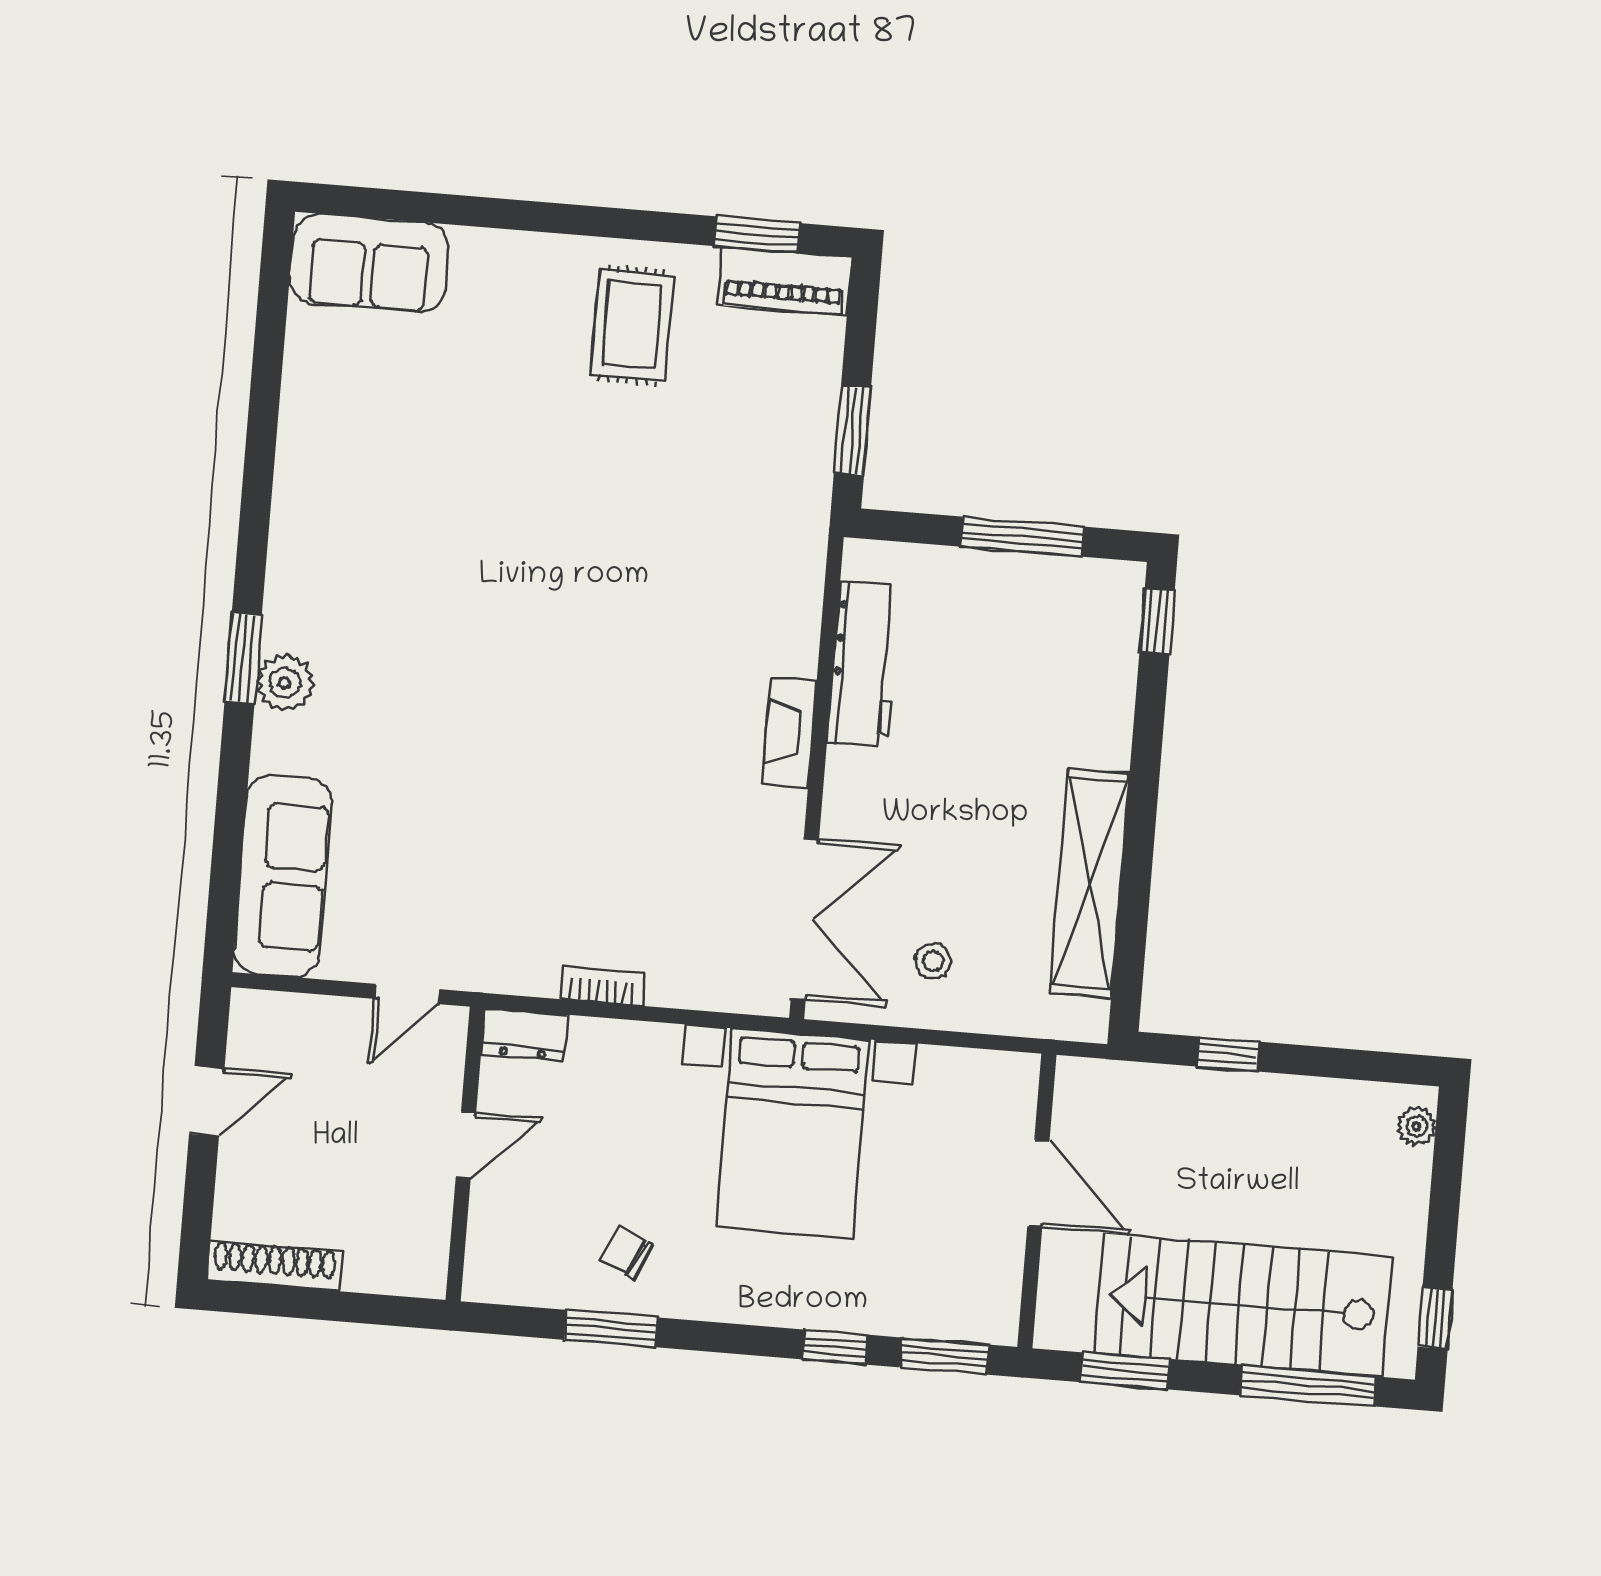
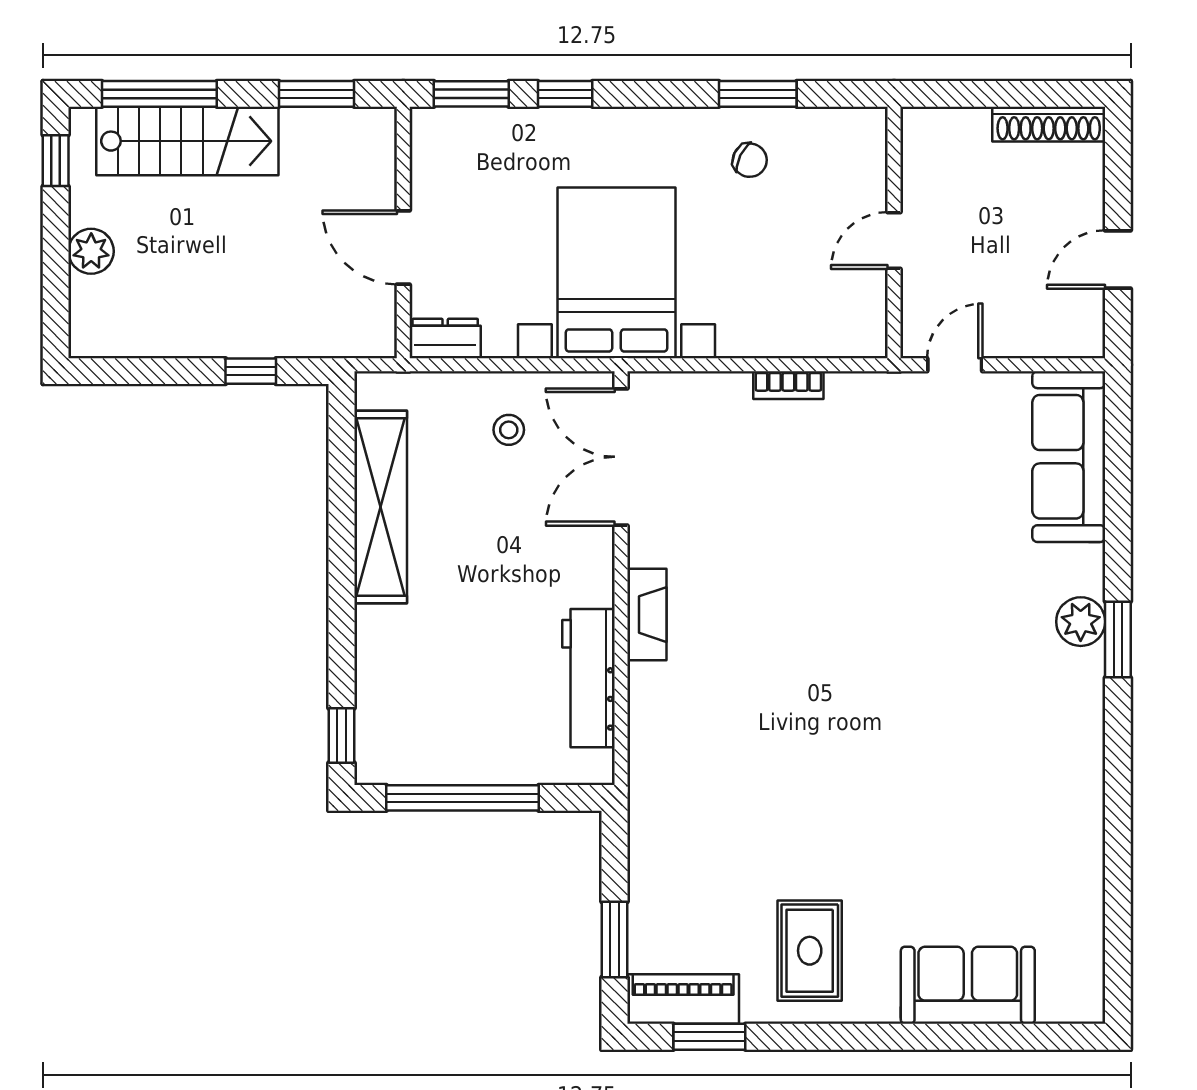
sofa: (369, 263) -> (968, 985), moved
window: (852, 430) -> (615, 939), moved
window: (1022, 537) -> (462, 798), width x1.46
dresser: (524, 1035) -> (445, 338), moved
plant: (1417, 1126) -> (91, 251), moved, width x1.38, depth x1.38
stairs: (1243, 1305) -> (187, 141), width x0.73, depth x0.66

